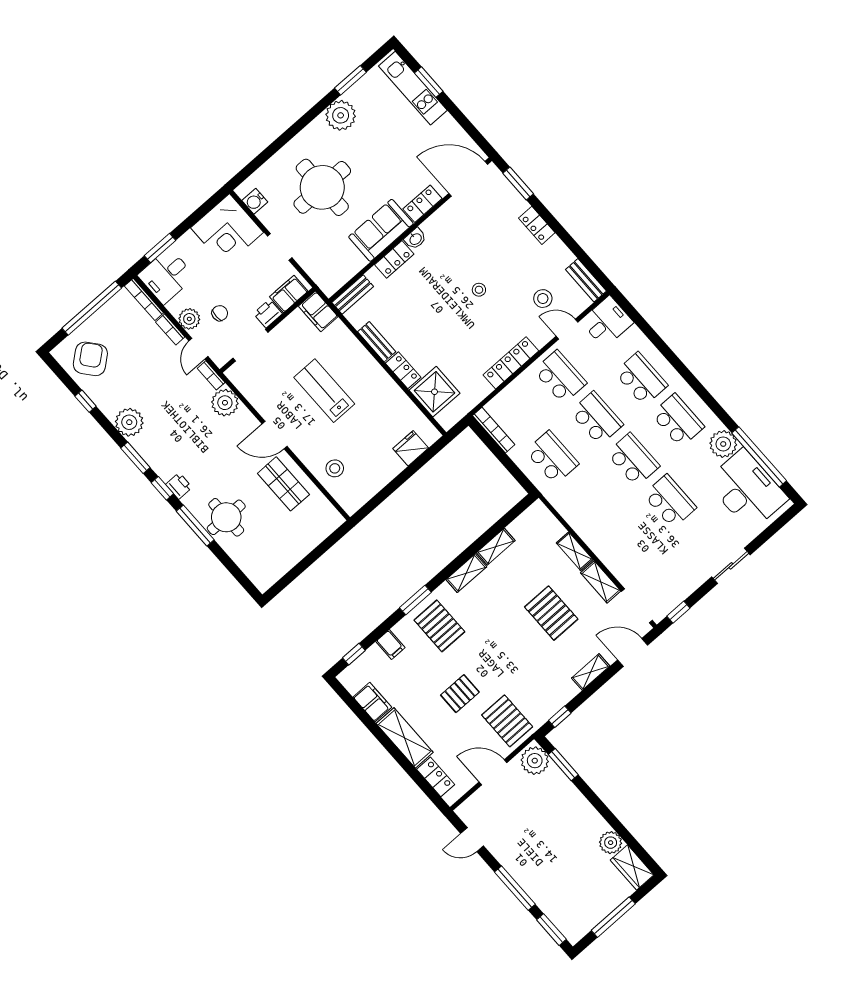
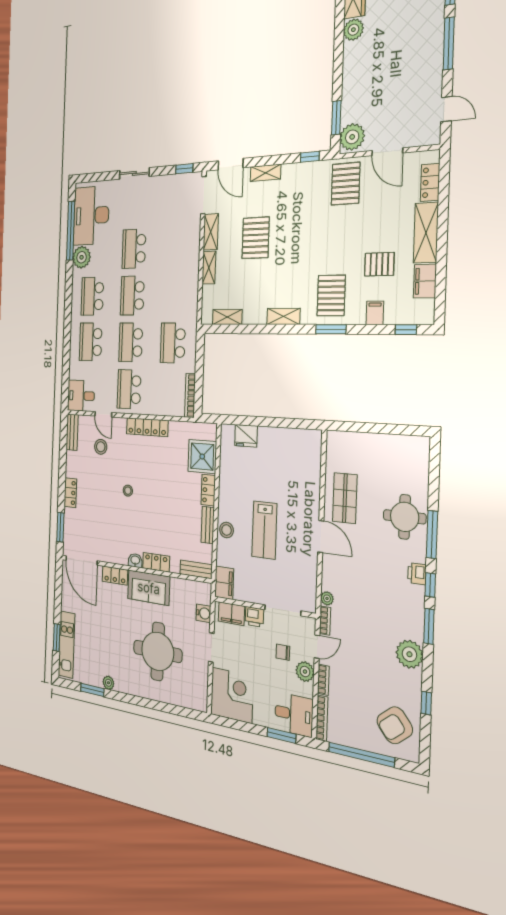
plant: (341, 115) -> (108, 683), width x0.53, depth x0.53
water cooler: (255, 201) -> (203, 613), moved
plant: (225, 403) -> (327, 598), width x0.53, depth x0.53
stool: (335, 468) -> (227, 530), moved
shelving: (496, 547) -> (227, 317), moved
pallet: (460, 694) -> (379, 264), moved

